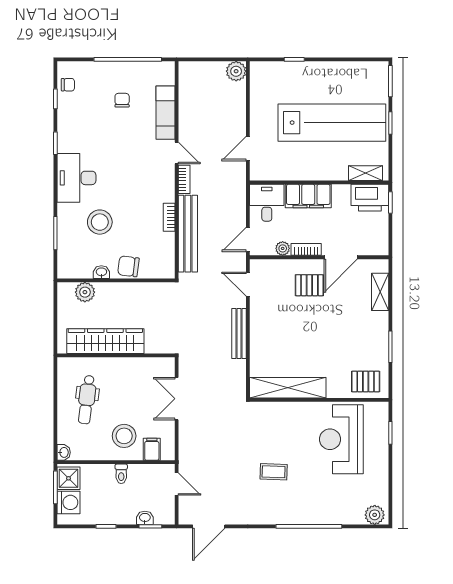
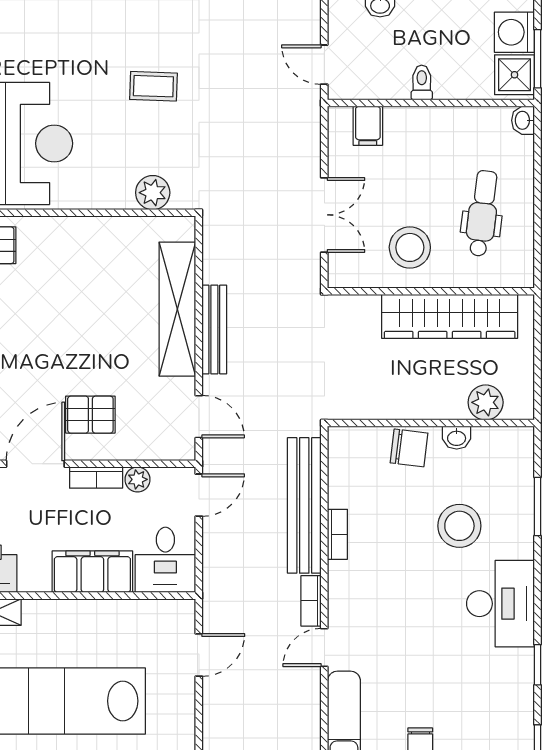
door: (177, 153) -> (324, 647), hinge flipped
shelving: (288, 388) -> (177, 309), moved, turned 90
plant: (274, 411) -> (153, 193), added
stool: (124, 436) -> (410, 247), moved

